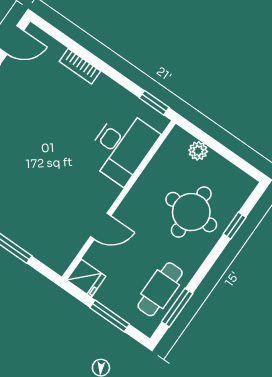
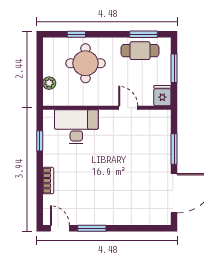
window: (154, 103) -> (40, 141), moved

